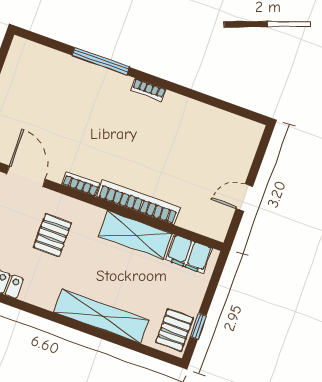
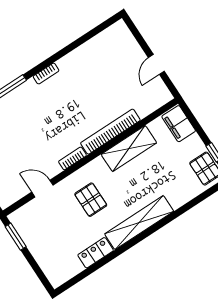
door: (26, 176) -> (42, 189), width x0.73
filing cabinet: (189, 254) -> (179, 124), moved, turned 90
shelving: (101, 316) -> (139, 223), moved

